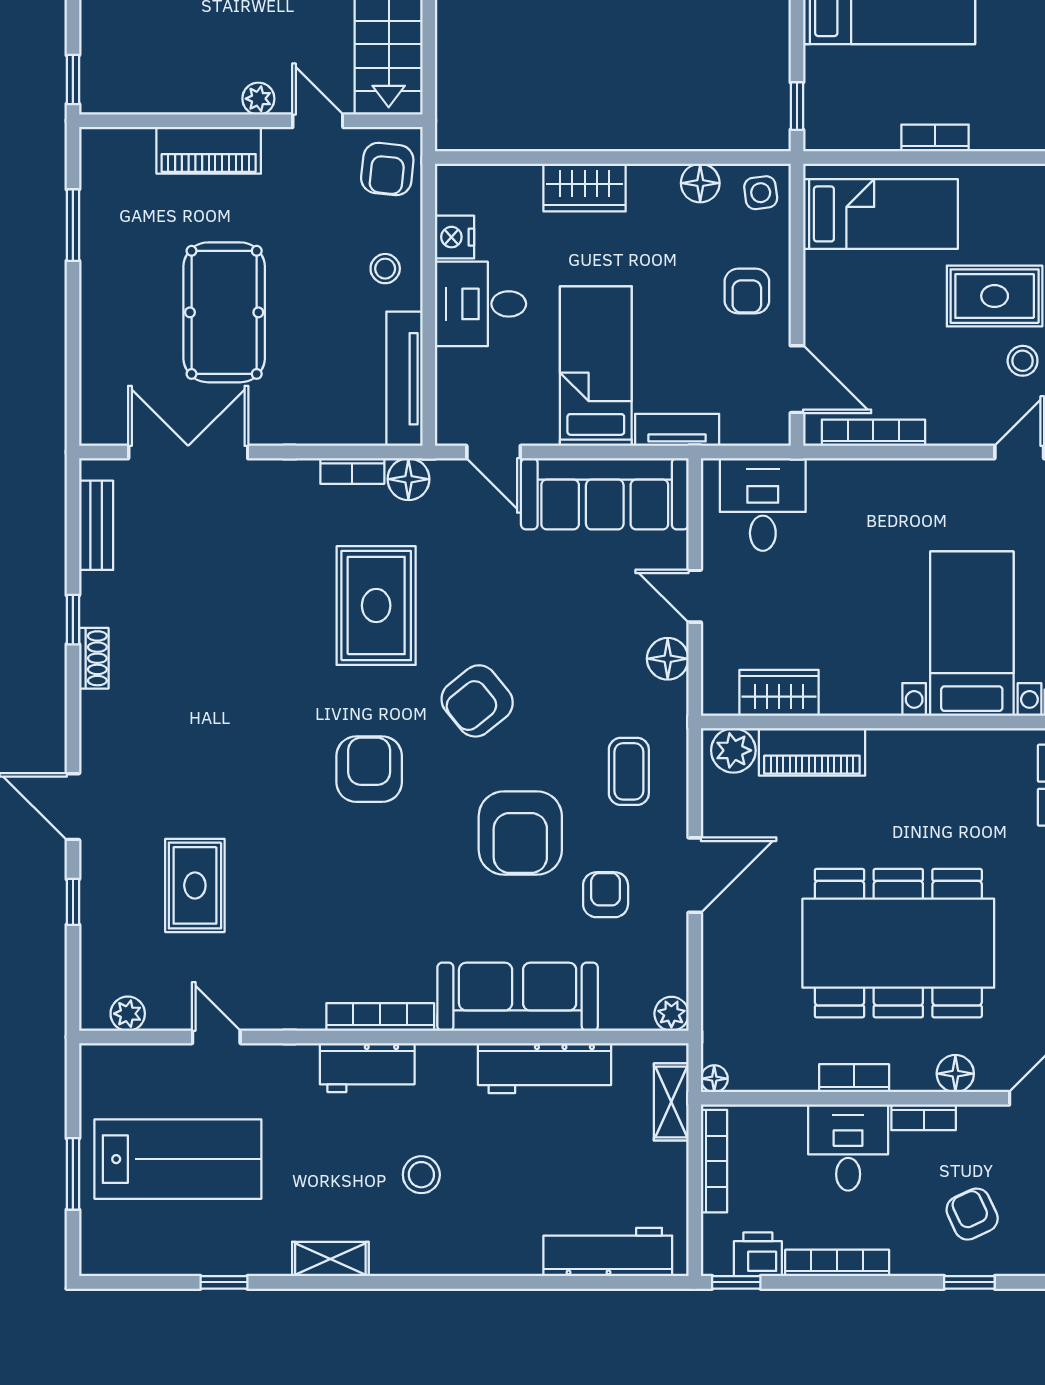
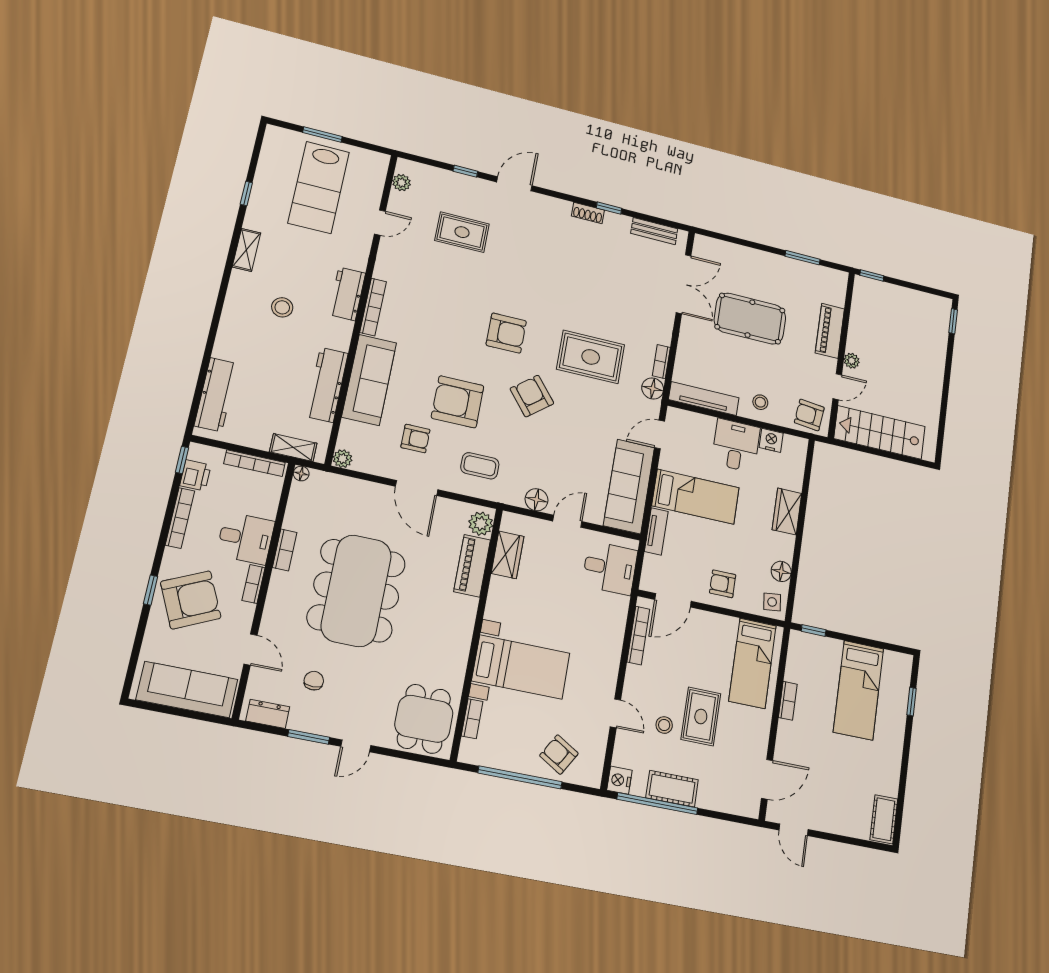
floor lamp: (955, 1074) -> (275, 607), removed
armchair: (972, 1214) -> (191, 600), width x1.88, depth x1.88

